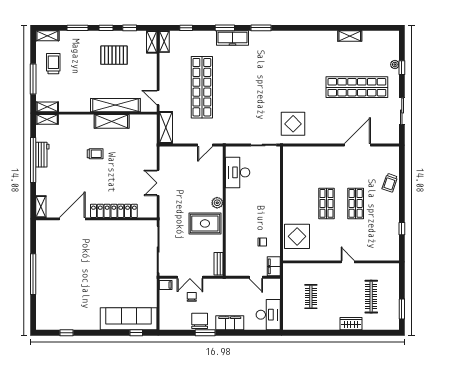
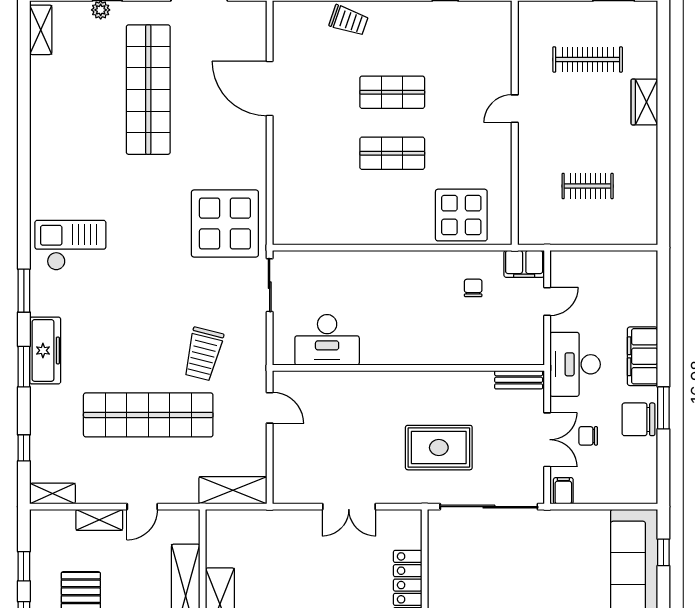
shelving: (350, 36) -> (41, 30), moved
shelving: (152, 42) -> (99, 520), moved
checkout: (283, 50) -> (70, 245), added
door: (158, 98) -> (142, 507), moved
trolley: (231, 113) -> (203, 354), added
display table: (293, 124) -> (225, 224), width x1.36, depth x1.36
plant: (217, 203) -> (391, 382), removed
rug: (205, 223) -> (439, 448), moved, turned 90
desk: (268, 315) -> (575, 364), moved, turned -90

